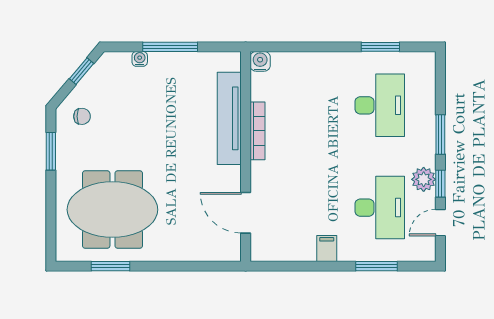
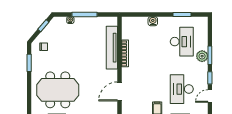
water cooler: (260, 61) -> (153, 21), moved
plant: (424, 179) -> (202, 56), moved
desk: (380, 208) -> (182, 89), turned 180
door: (246, 213) -> (119, 91), hinge flipped

